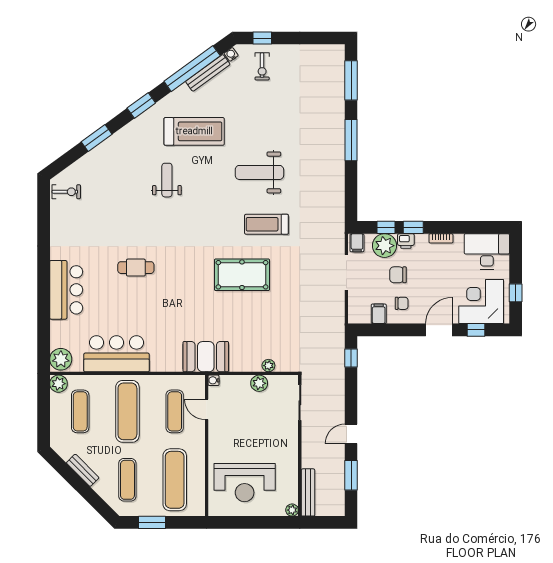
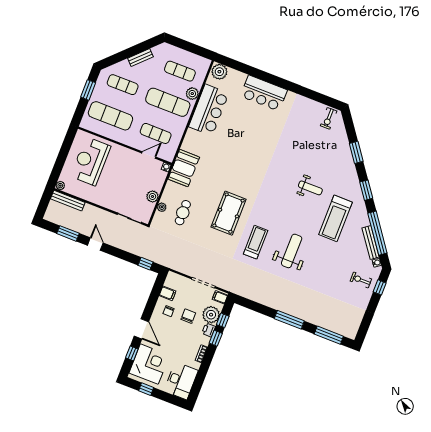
cafe table: (136, 268) -> (183, 213), moved
plant: (59, 384) -> (192, 94), moved

